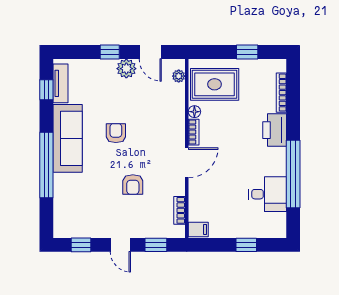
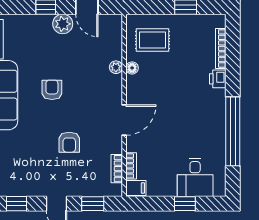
plant: (179, 76) -> (116, 67), moved
rug: (215, 84) -> (153, 40), width x0.73, depth x0.70
printer: (275, 130) -> (218, 79), width x0.53, depth x0.68
bookcase: (194, 132) -> (131, 166), moved
desk: (268, 194) -> (195, 178), moved, turned 90

